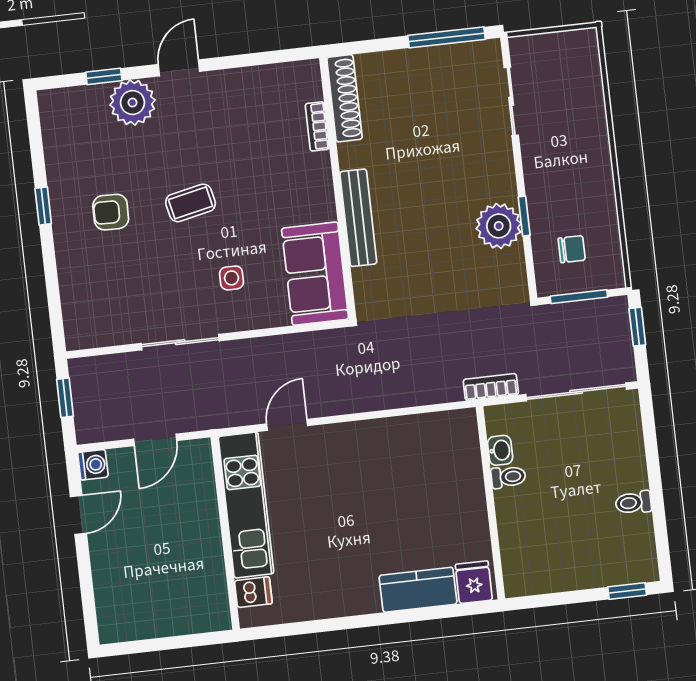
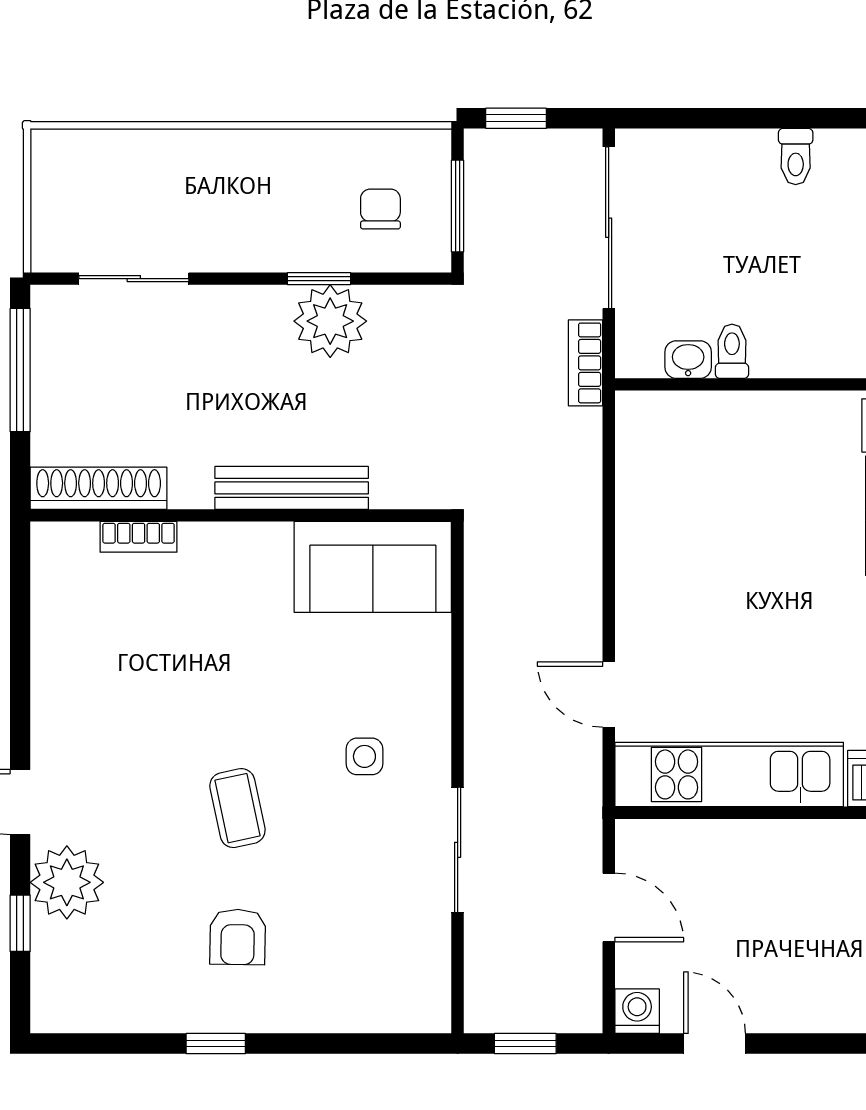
shoe rack: (344, 98) -> (99, 488), moved
bookcase: (317, 126) -> (139, 537), moved
wall: (338, 188) -> (241, 515), moved
bench: (358, 218) -> (292, 488), moved
sofa: (315, 274) -> (373, 567), moved

